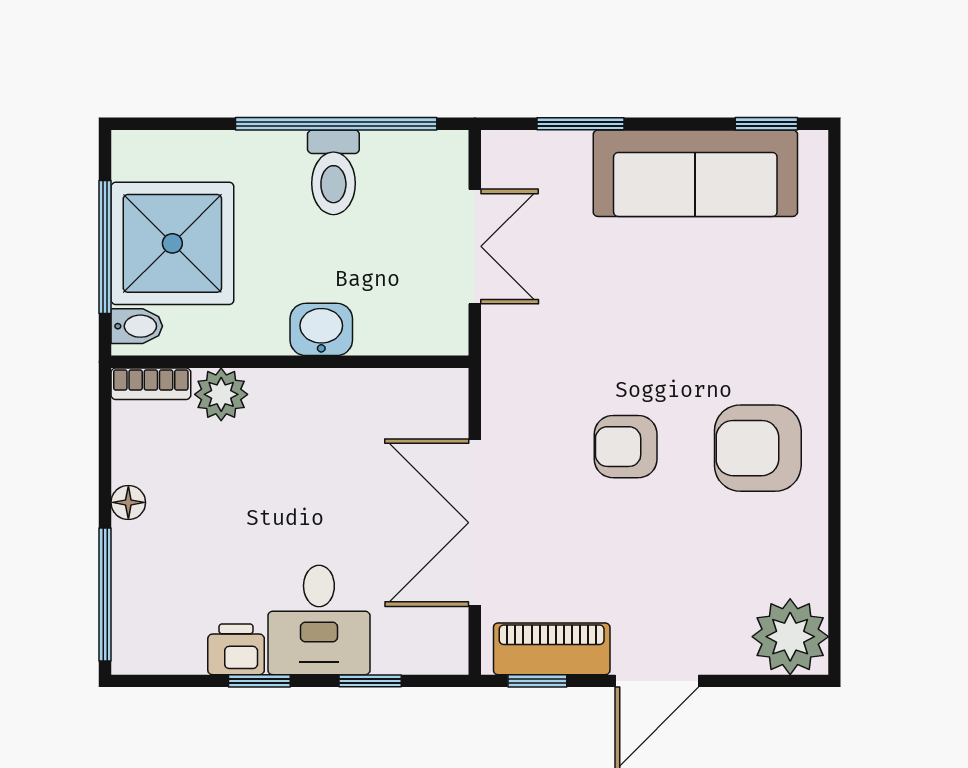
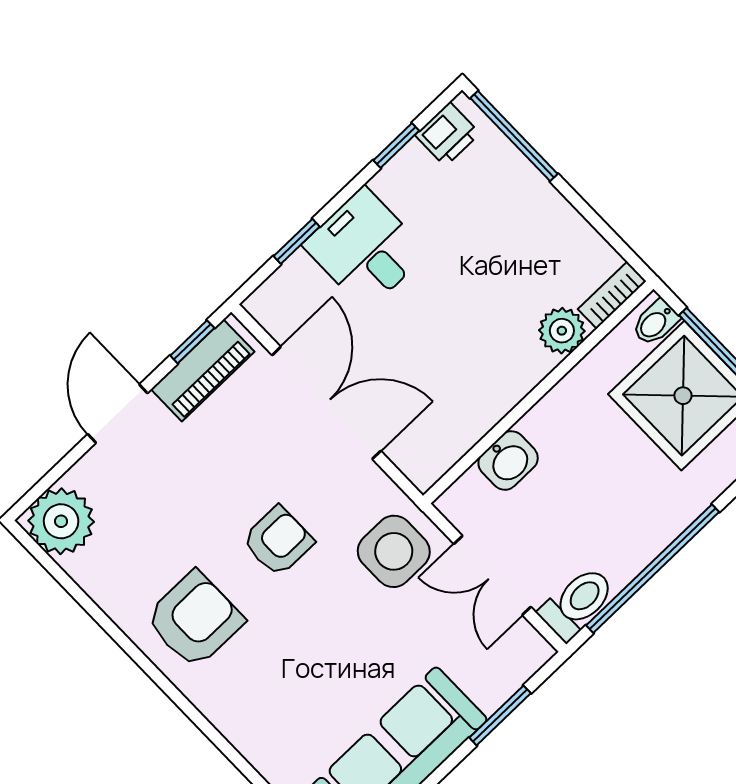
toilet: (333, 172) -> (577, 603), moved, turned 90
washbasin: (321, 329) -> (508, 460), moved
side table: (538, 345) -> (394, 551), added
floor lamp: (128, 502) -> (555, 207), removed
printer: (236, 649) -> (447, 134), moved
window: (259, 681) -> (396, 146), moved

